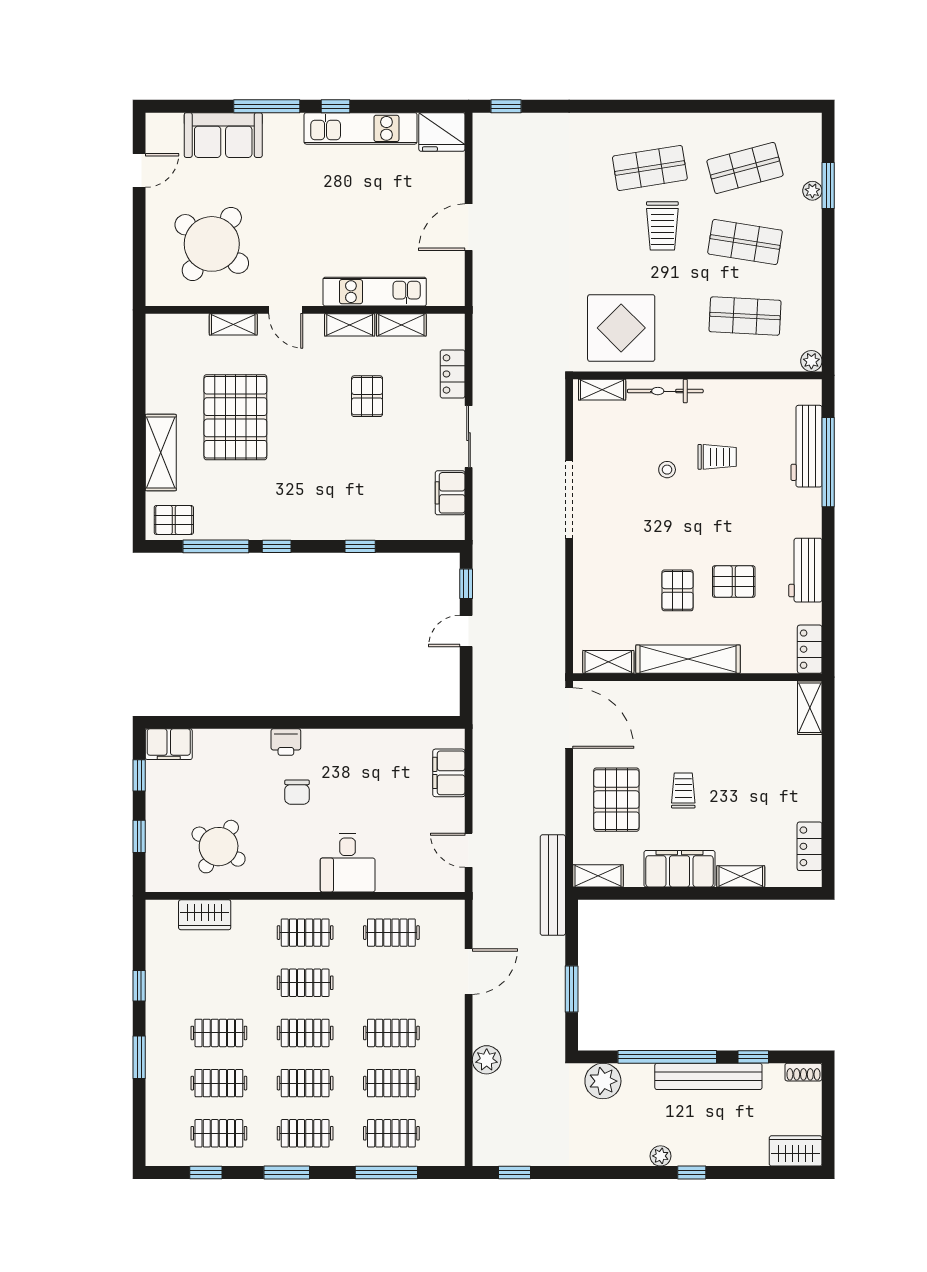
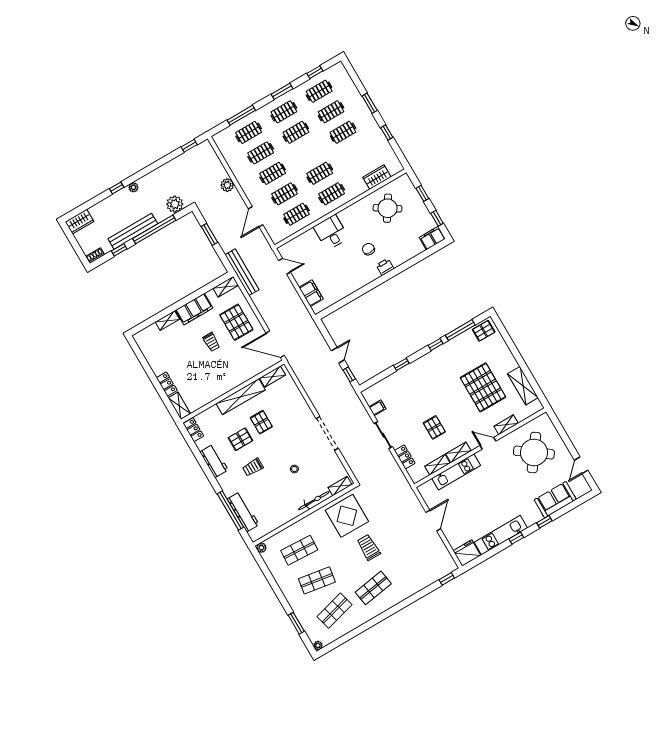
window: (267, 106) -> (544, 522), width x0.46
plant: (812, 191) -> (318, 645), moved
trolley: (662, 226) -> (369, 548), moved
shelving: (161, 453) -> (523, 386), moved
trolley: (717, 457) -> (253, 467), moved
filing cabinet: (450, 493) -> (377, 408), width x0.50
locker: (810, 846) -> (167, 384), moved
clothes rail: (305, 1033) -> (285, 194), moved

